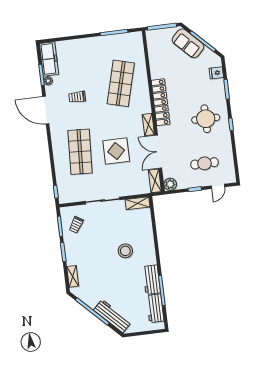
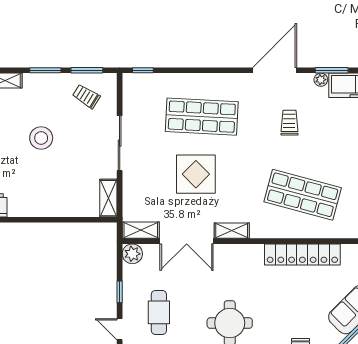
locker: (161, 102) -> (302, 254), moved
double door: (158, 152) -> (187, 241), swing flipped
stool: (125, 251) -> (41, 138), moved

